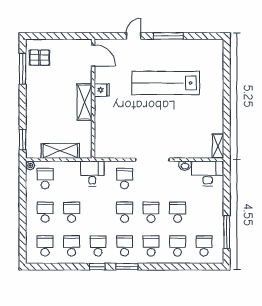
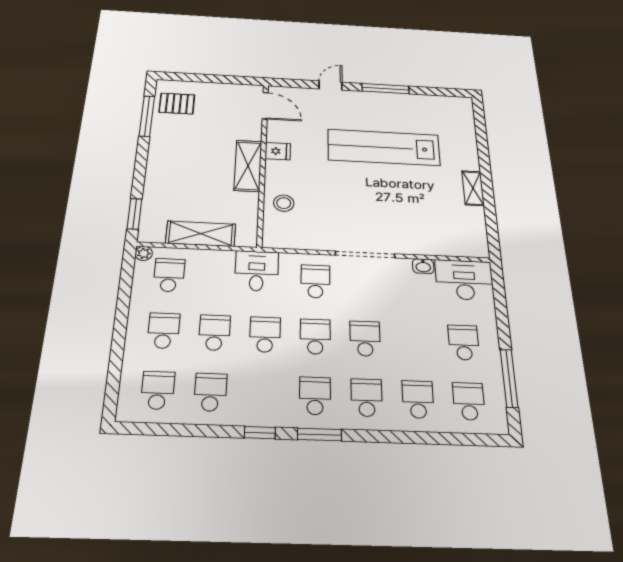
stool: (106, 127) -> (284, 203), added
shelving: (218, 146) -> (473, 188), moved
school desk: (178, 212) -> (464, 342), moved
school desk: (98, 246) -> (265, 335), moved

